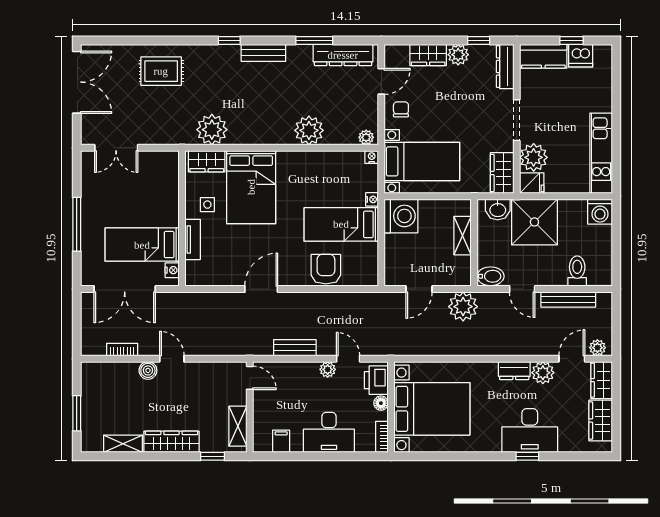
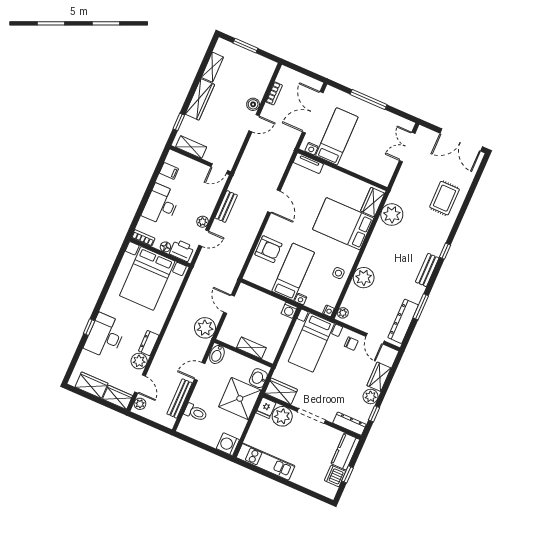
side table: (207, 205) -> (338, 273), moved
washing machine: (401, 216) -> (289, 310), width x0.53, depth x0.53
tv unit: (193, 239) -> (308, 163), moved

